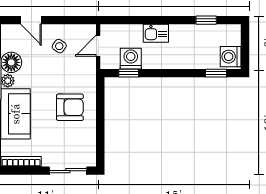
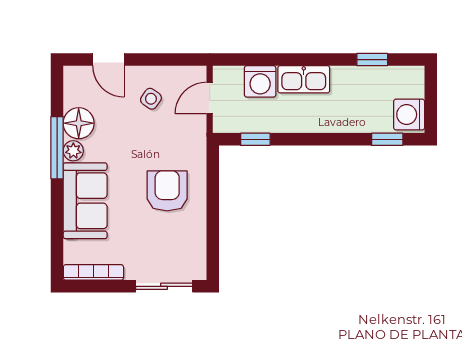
kitchen sink: (156, 33) -> (304, 79), width x1.38
washing machine: (131, 59) -> (260, 81), moved, turned 180
armchair: (70, 107) -> (167, 191), turned -90

